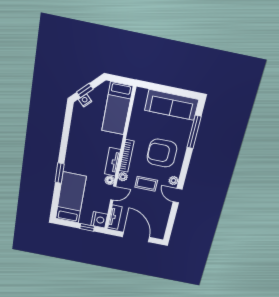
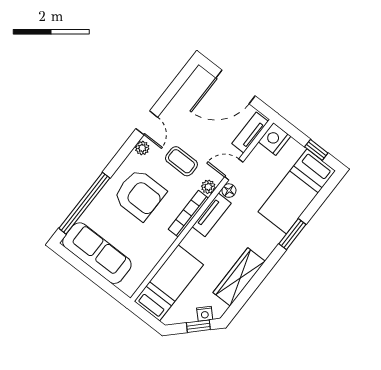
window: (194, 132) -> (84, 203), width x1.46
wardrobe: (77, 133) -> (239, 277), added
window: (87, 227) -> (316, 150), moved
door: (136, 237) -> (236, 87), hinge flipped

